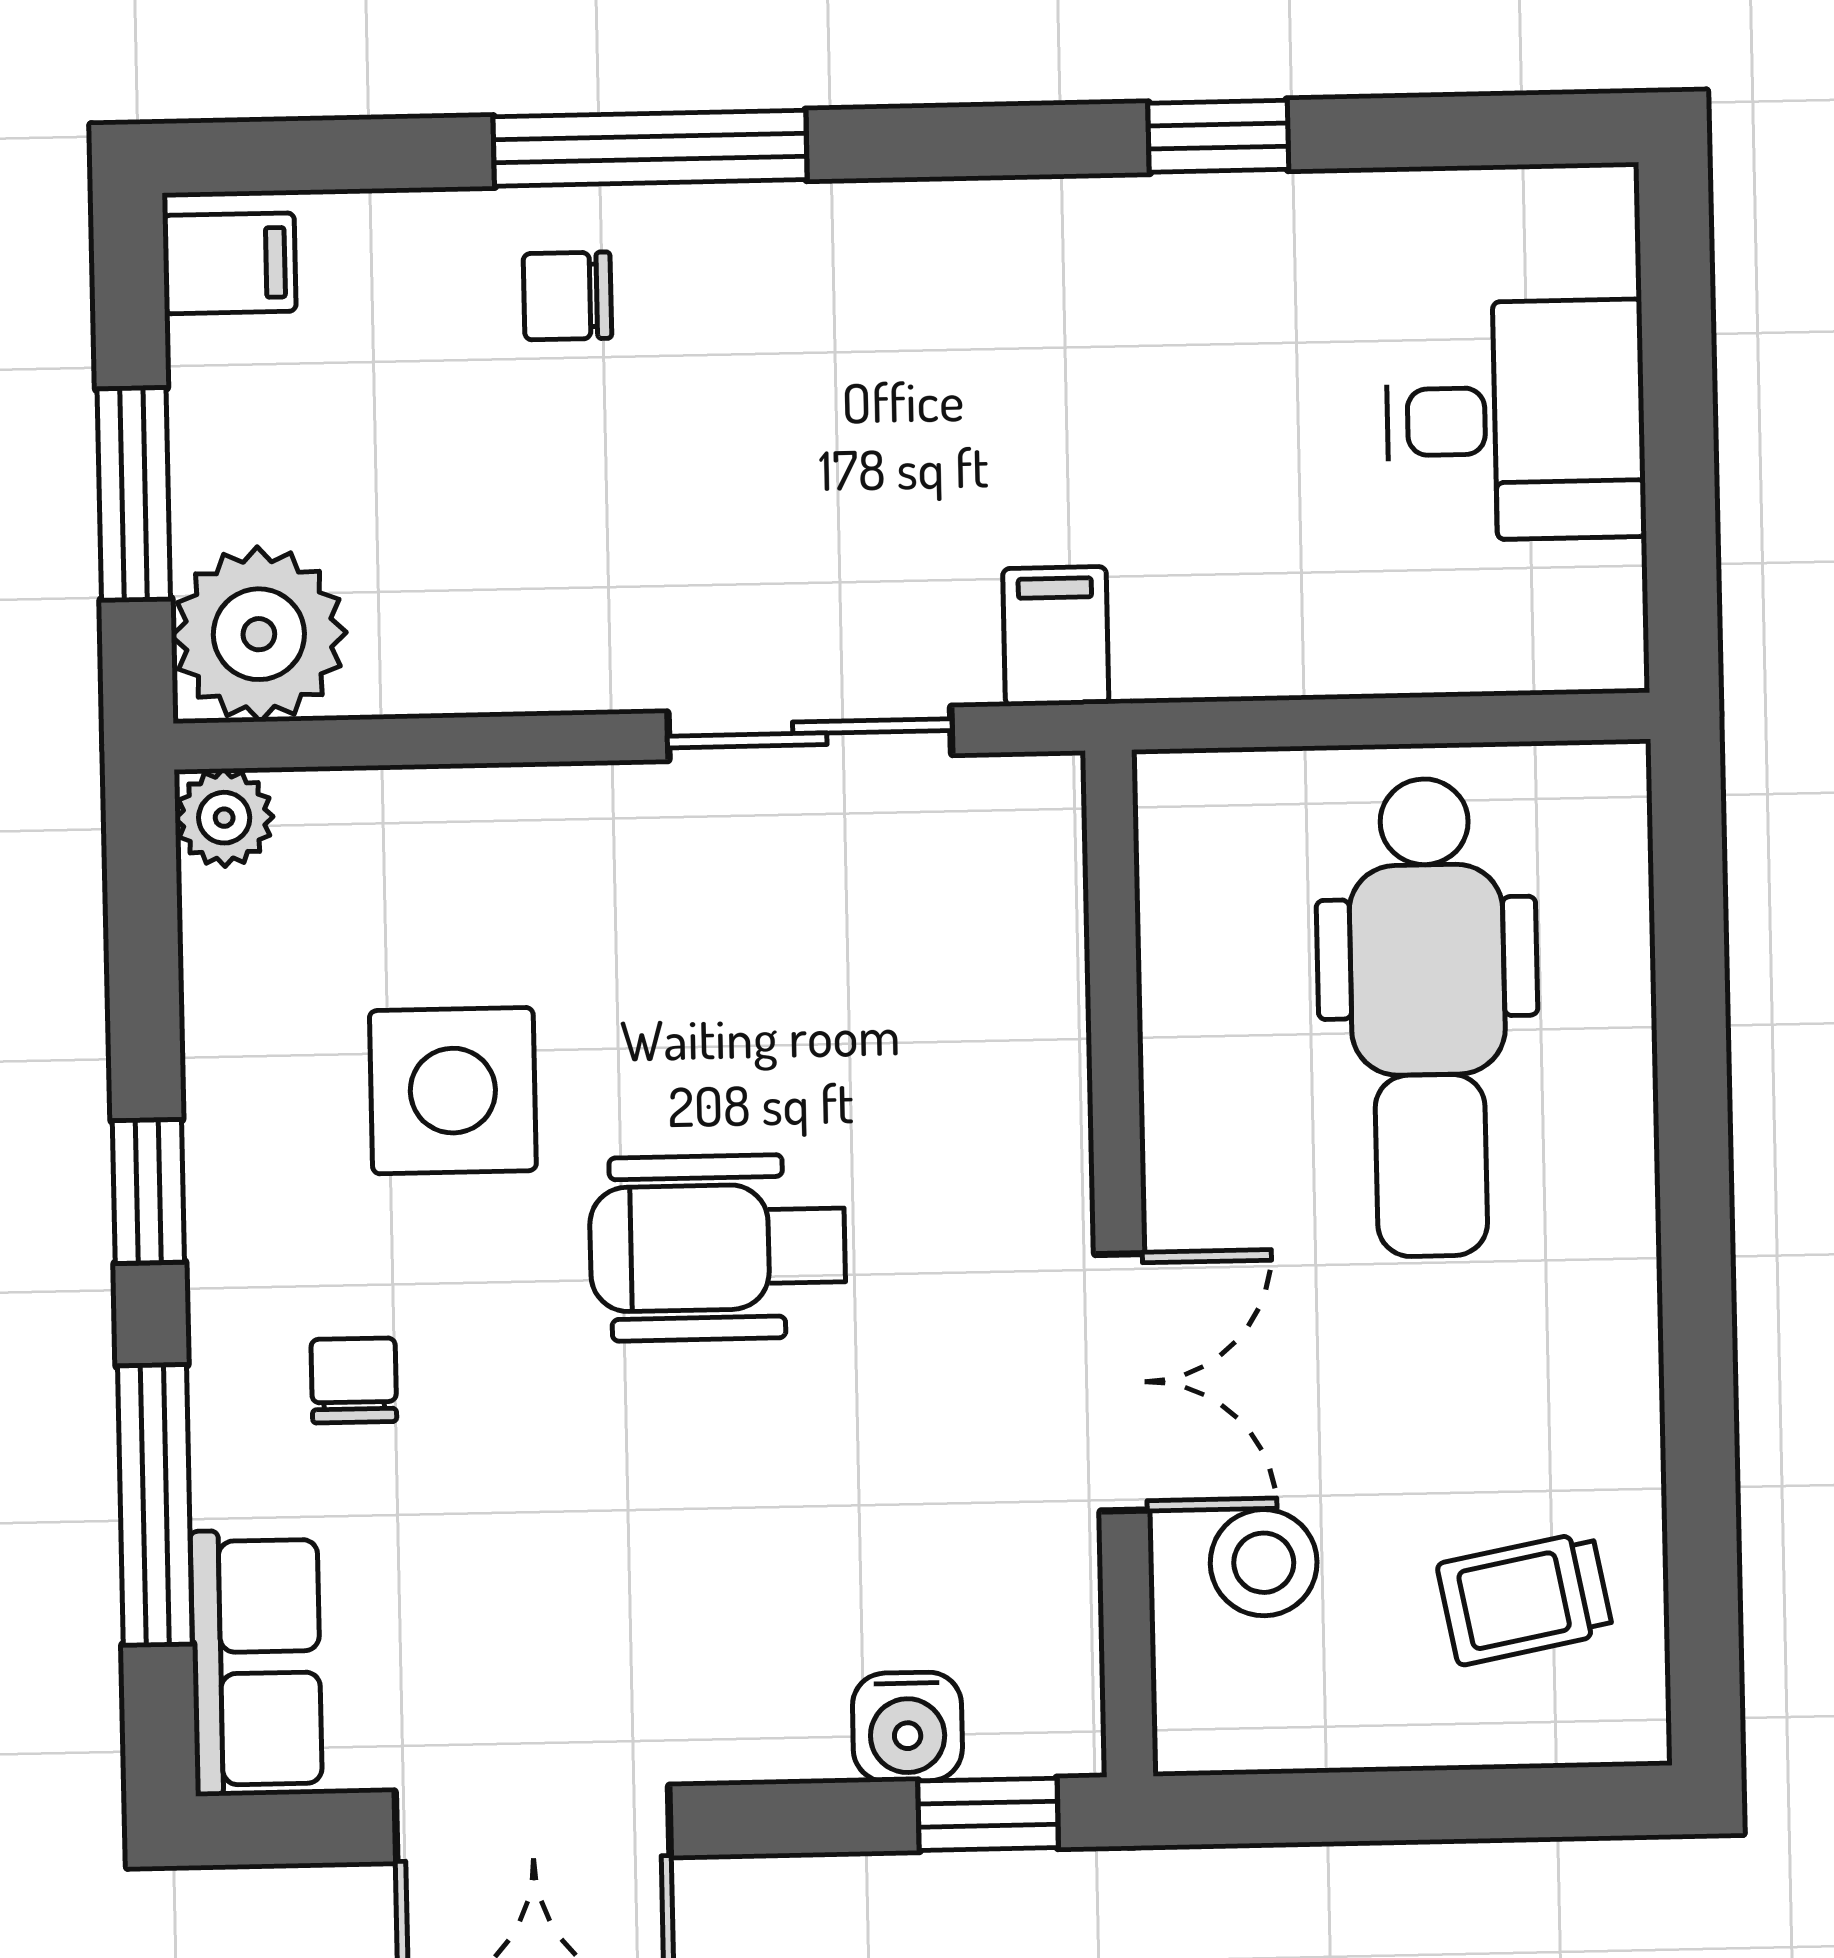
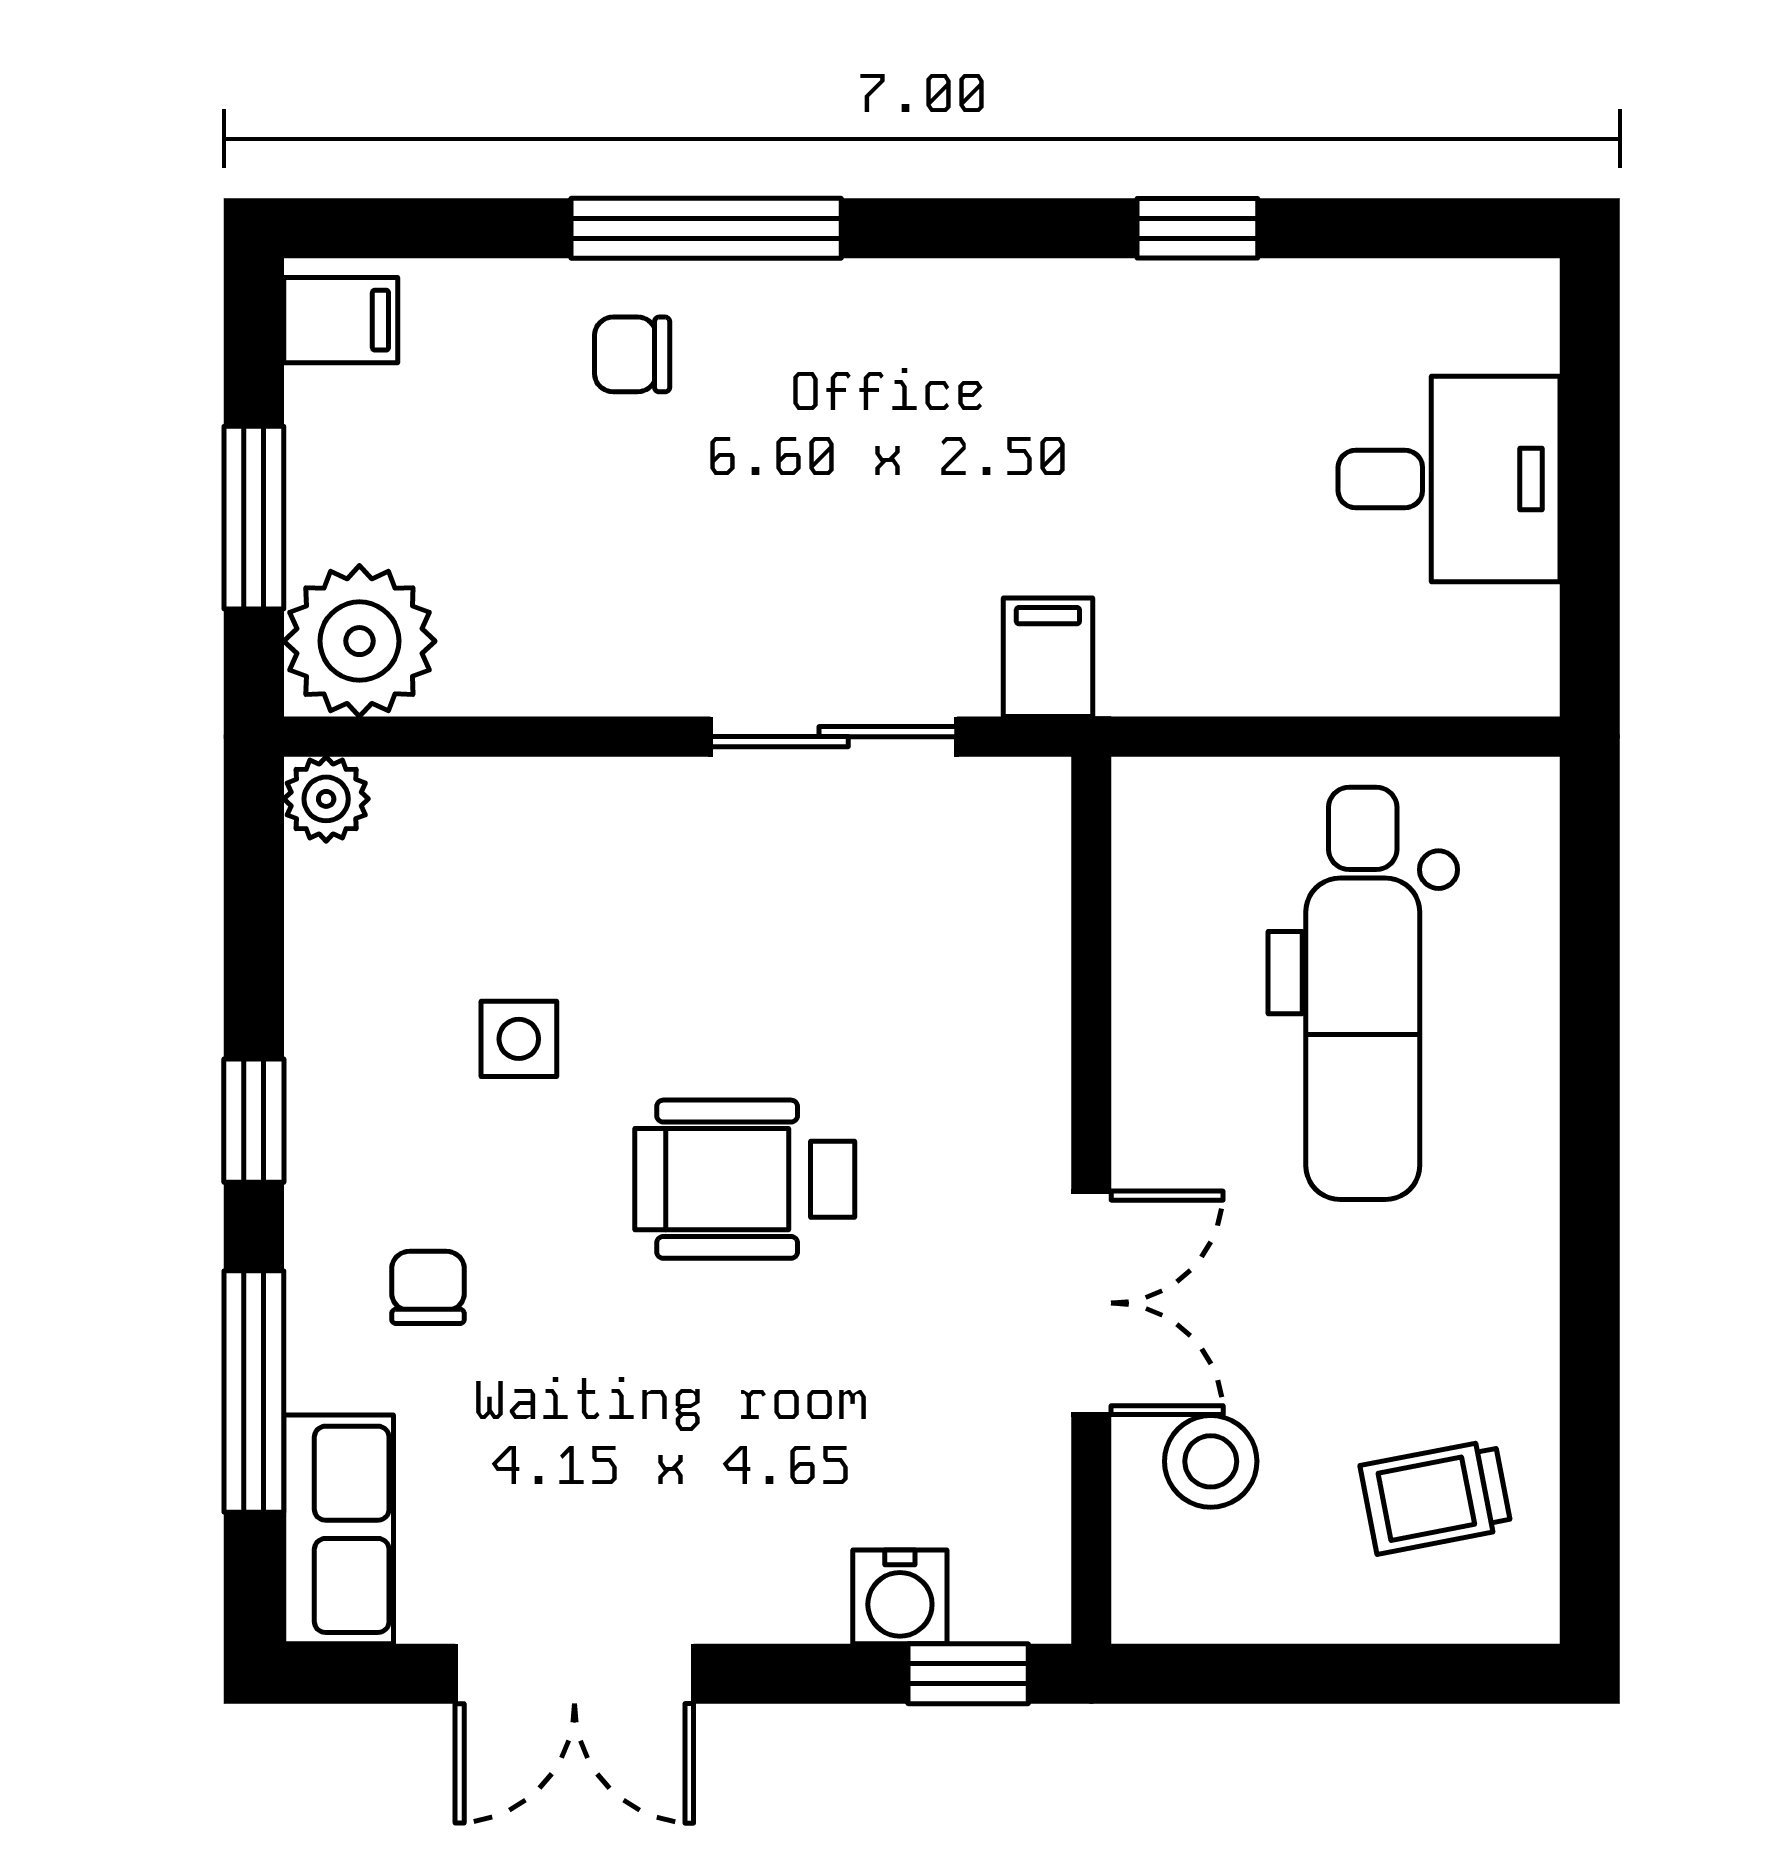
side table: (453, 1091) -> (519, 1039), width x0.54, depth x0.54

